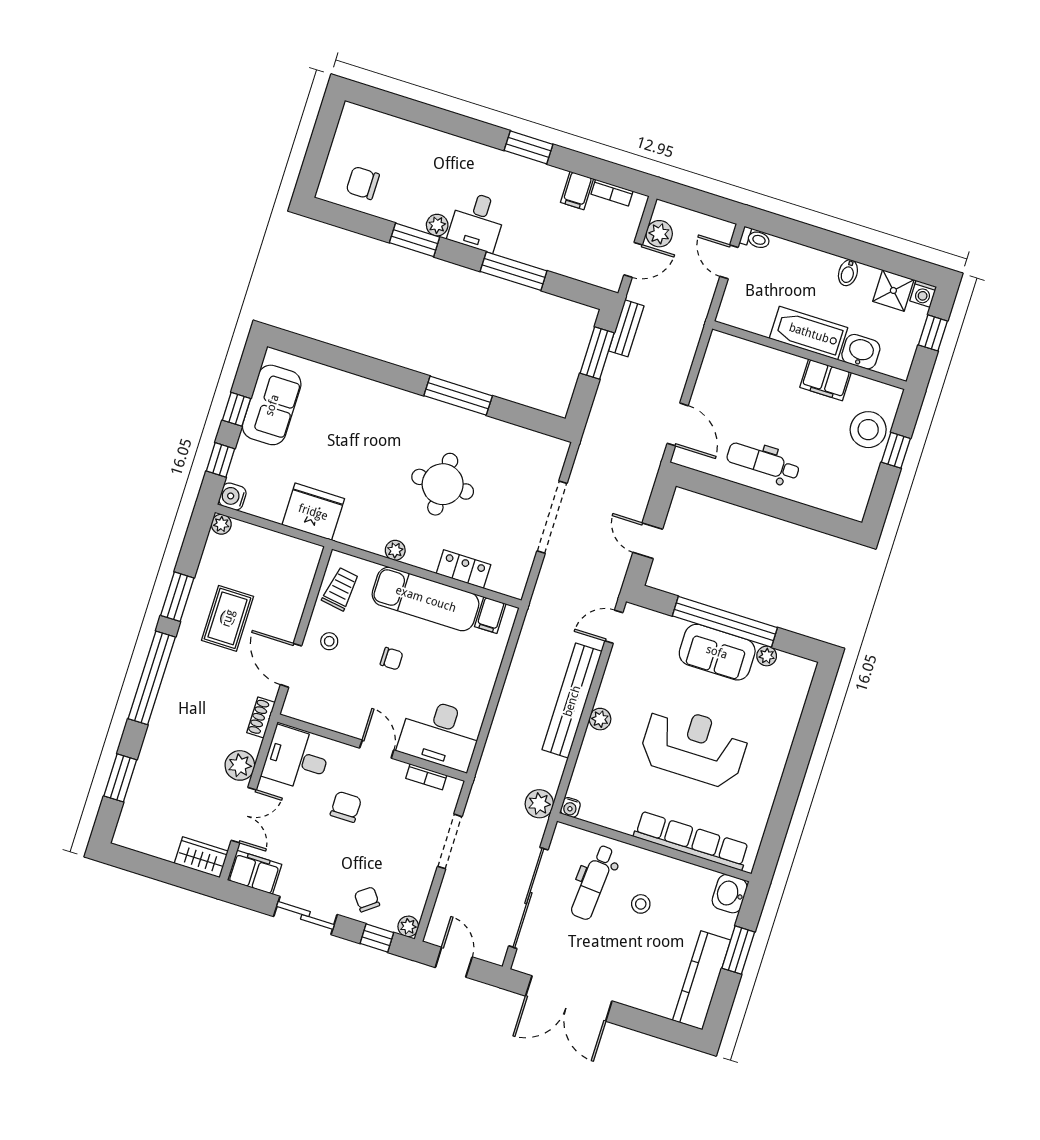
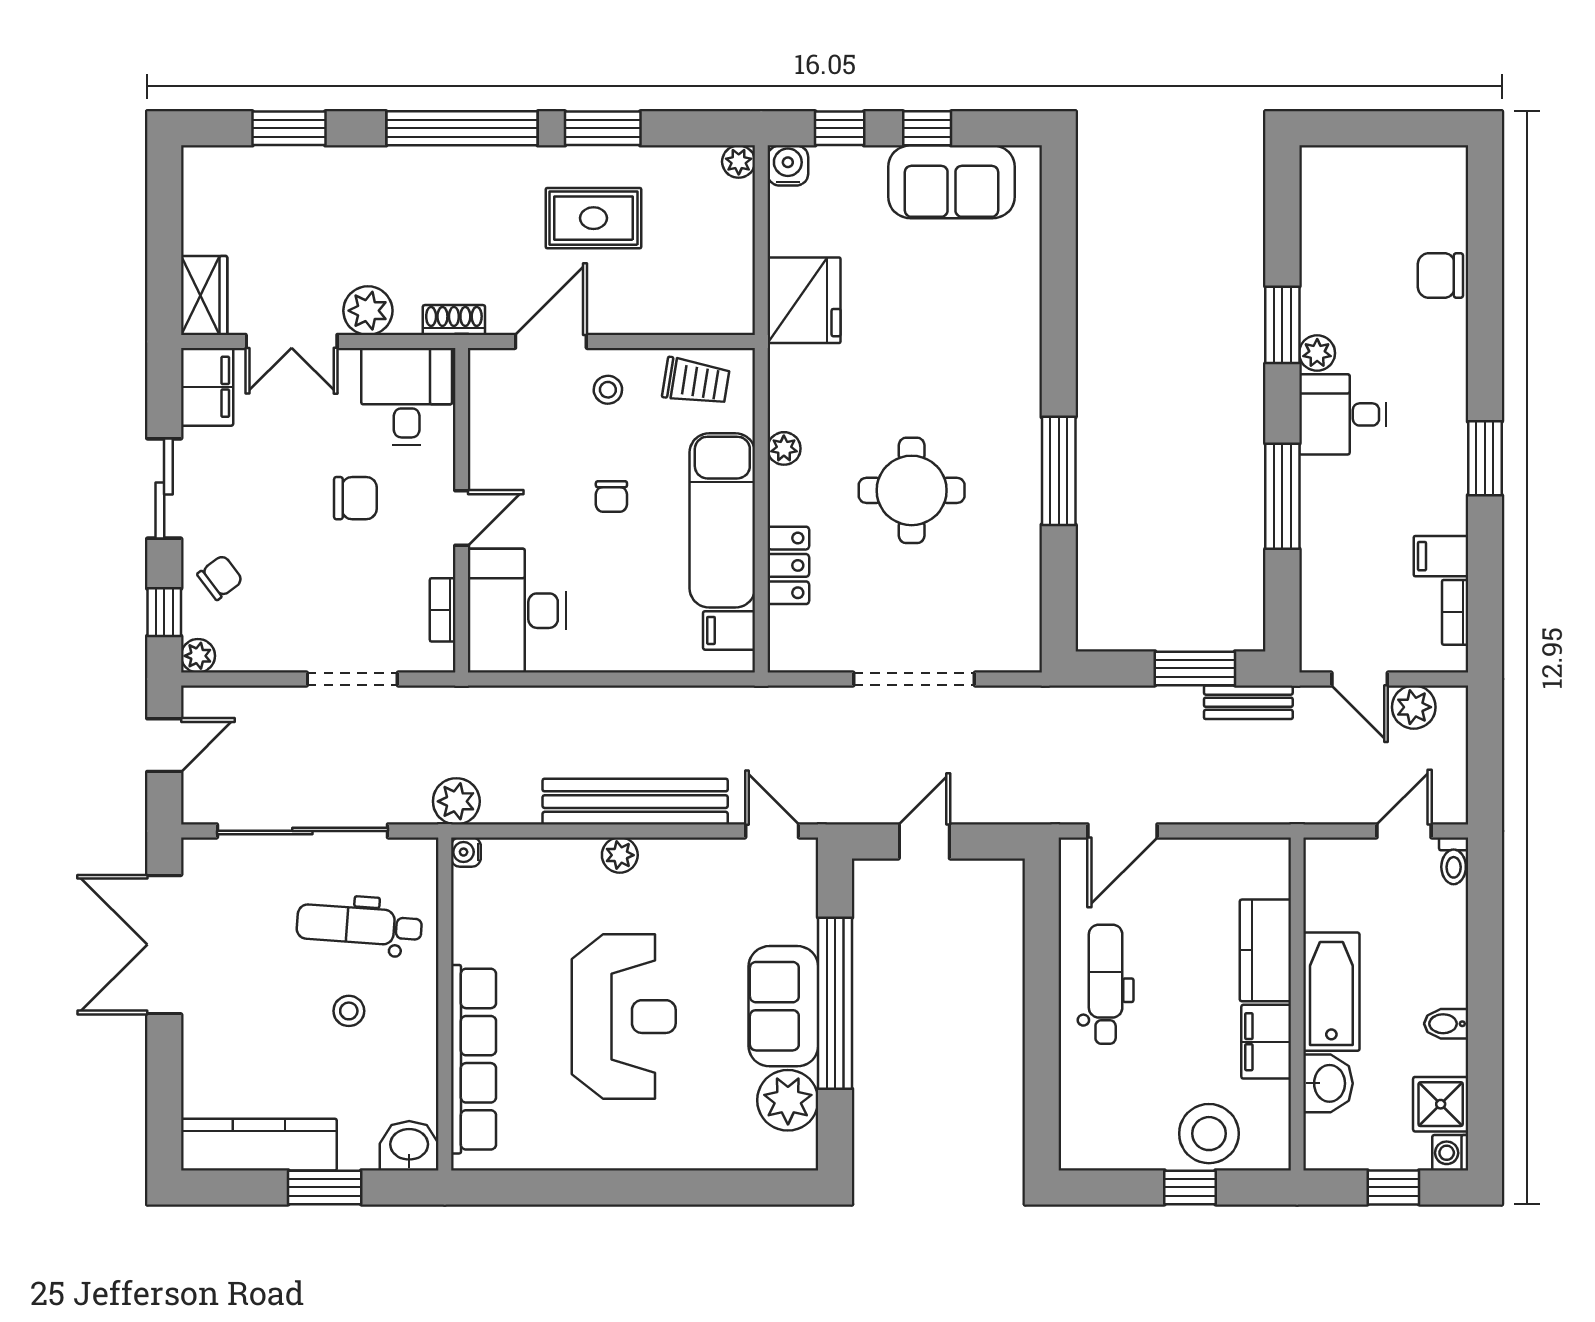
chair: (363, 183) -> (1440, 275), moved, turned -90
kitchen counter: (773, 364) -> (1265, 950), added
plant: (767, 656) -> (788, 1100), width x1.88, depth x1.88

